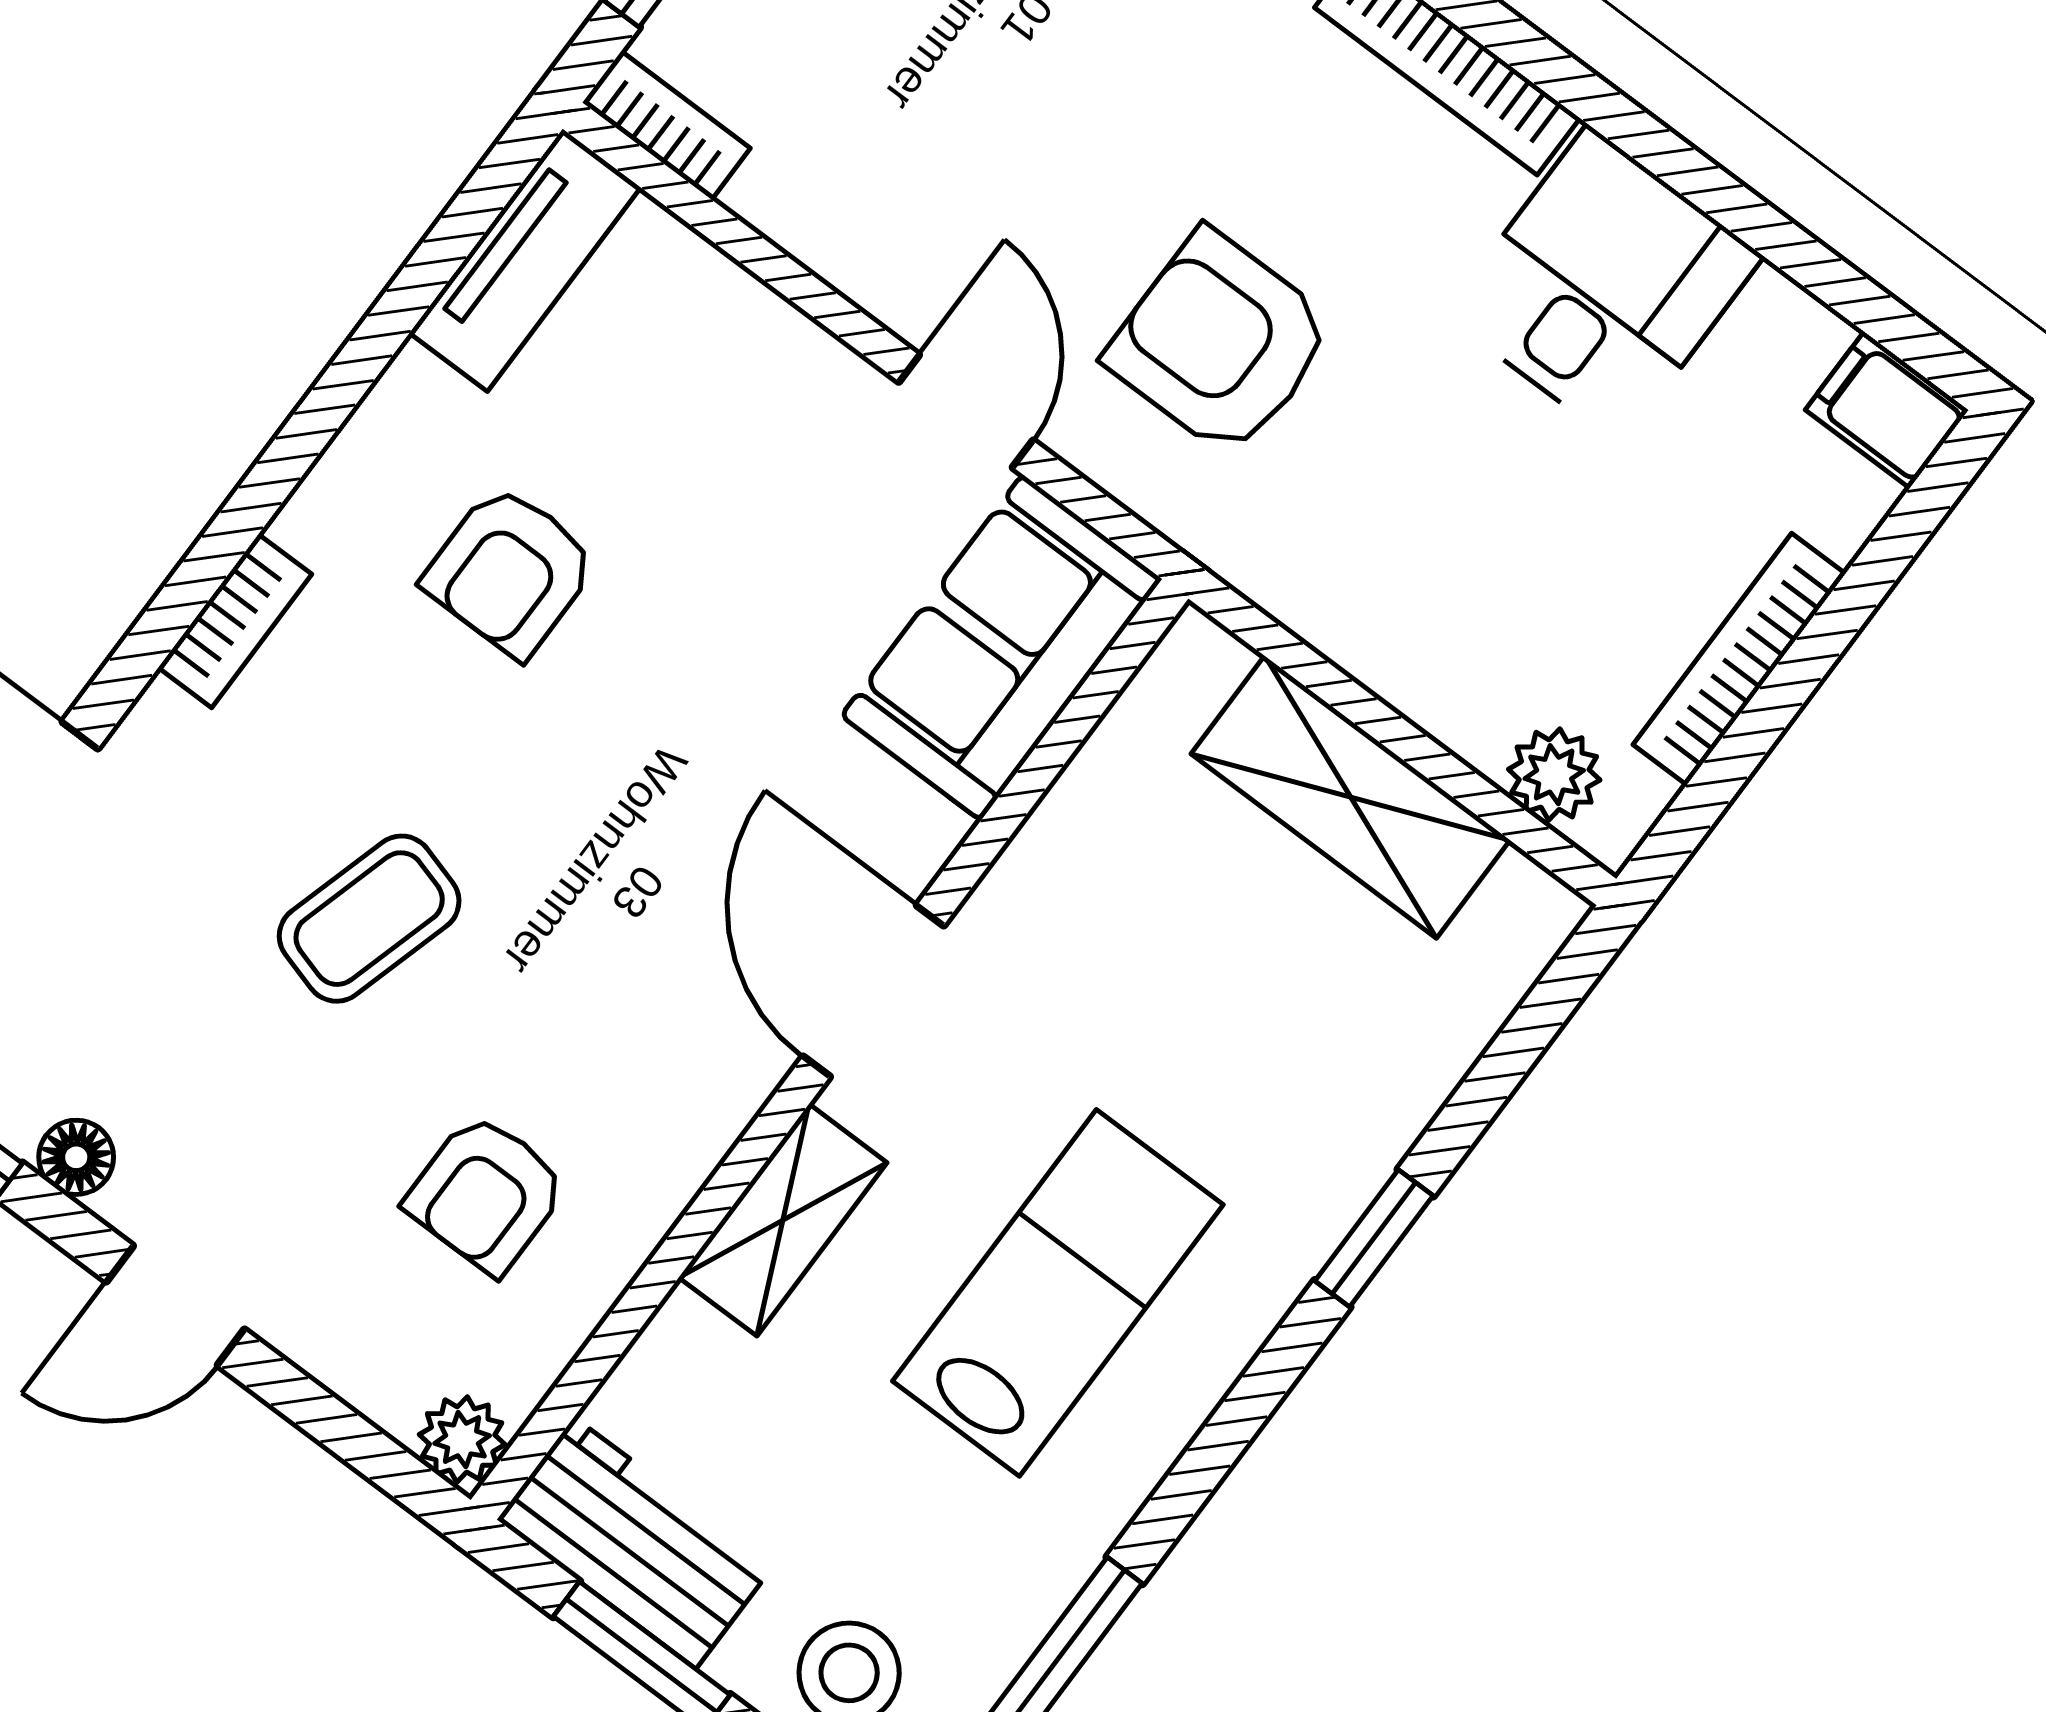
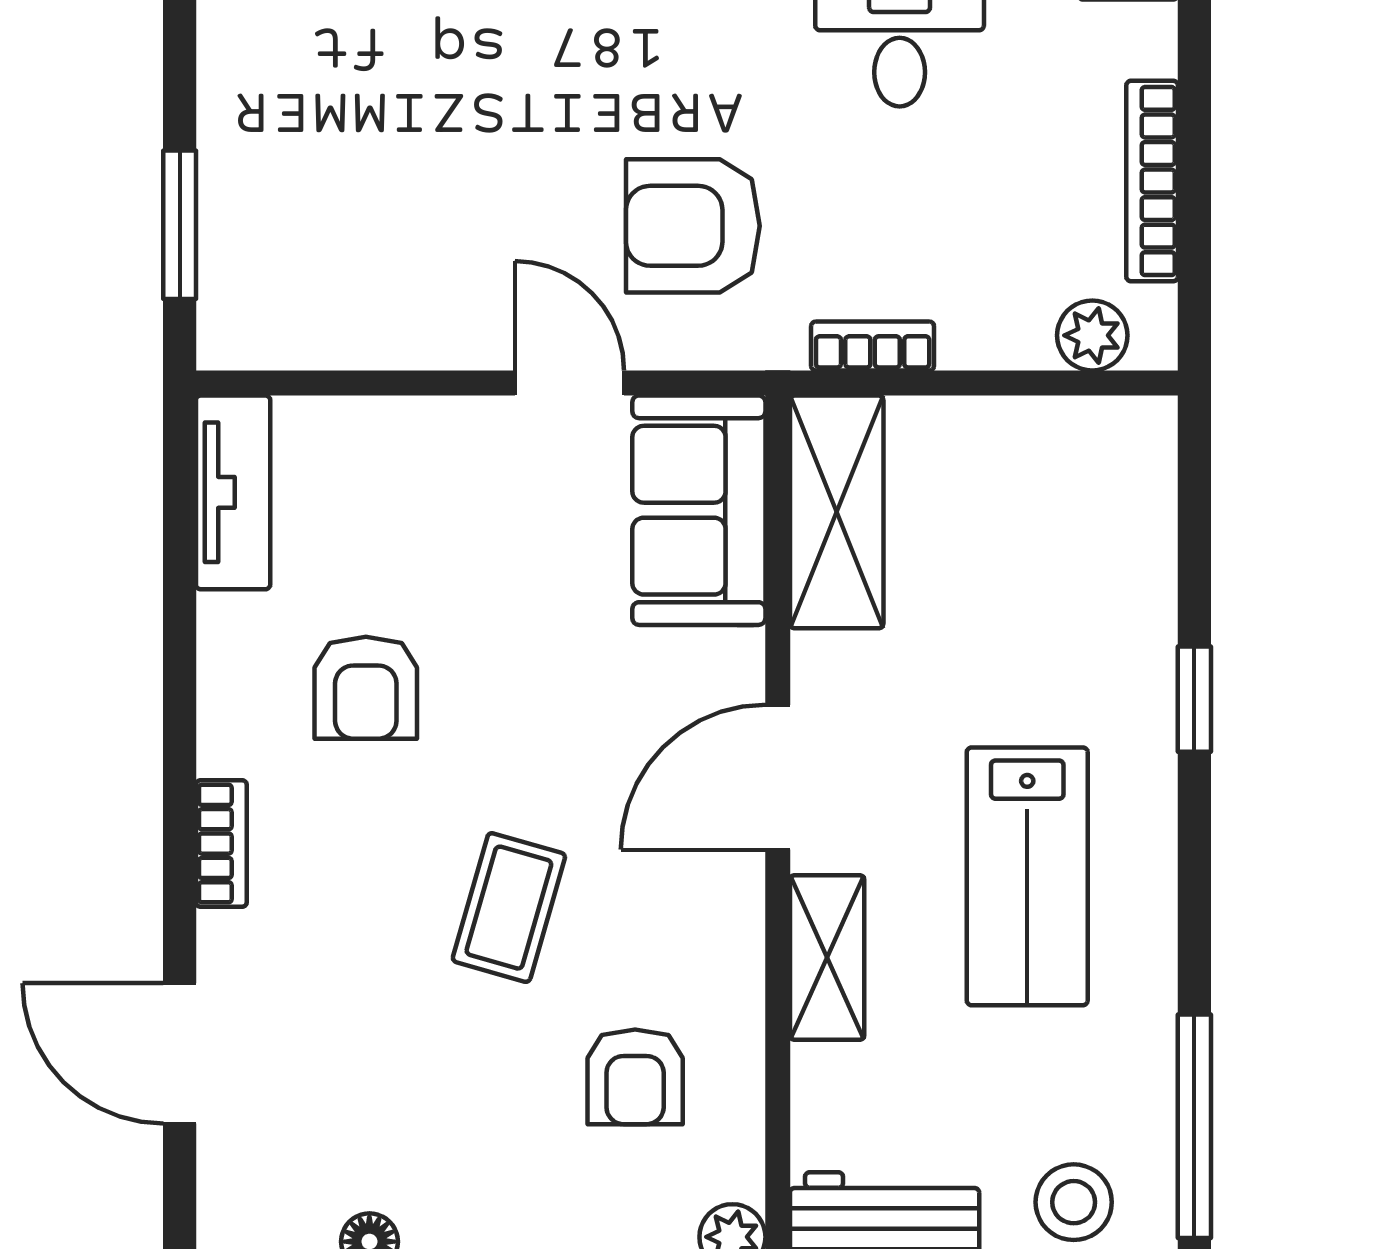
bookcase: (666, 125) -> (873, 346), moved
shelving: (1350, 797) -> (837, 512), moved, turned 90
coffee table: (369, 919) -> (509, 908), moved
door: (873, 991) -> (778, 777), hinge flipped
lab bench: (1058, 1293) -> (1027, 876), turned 180

